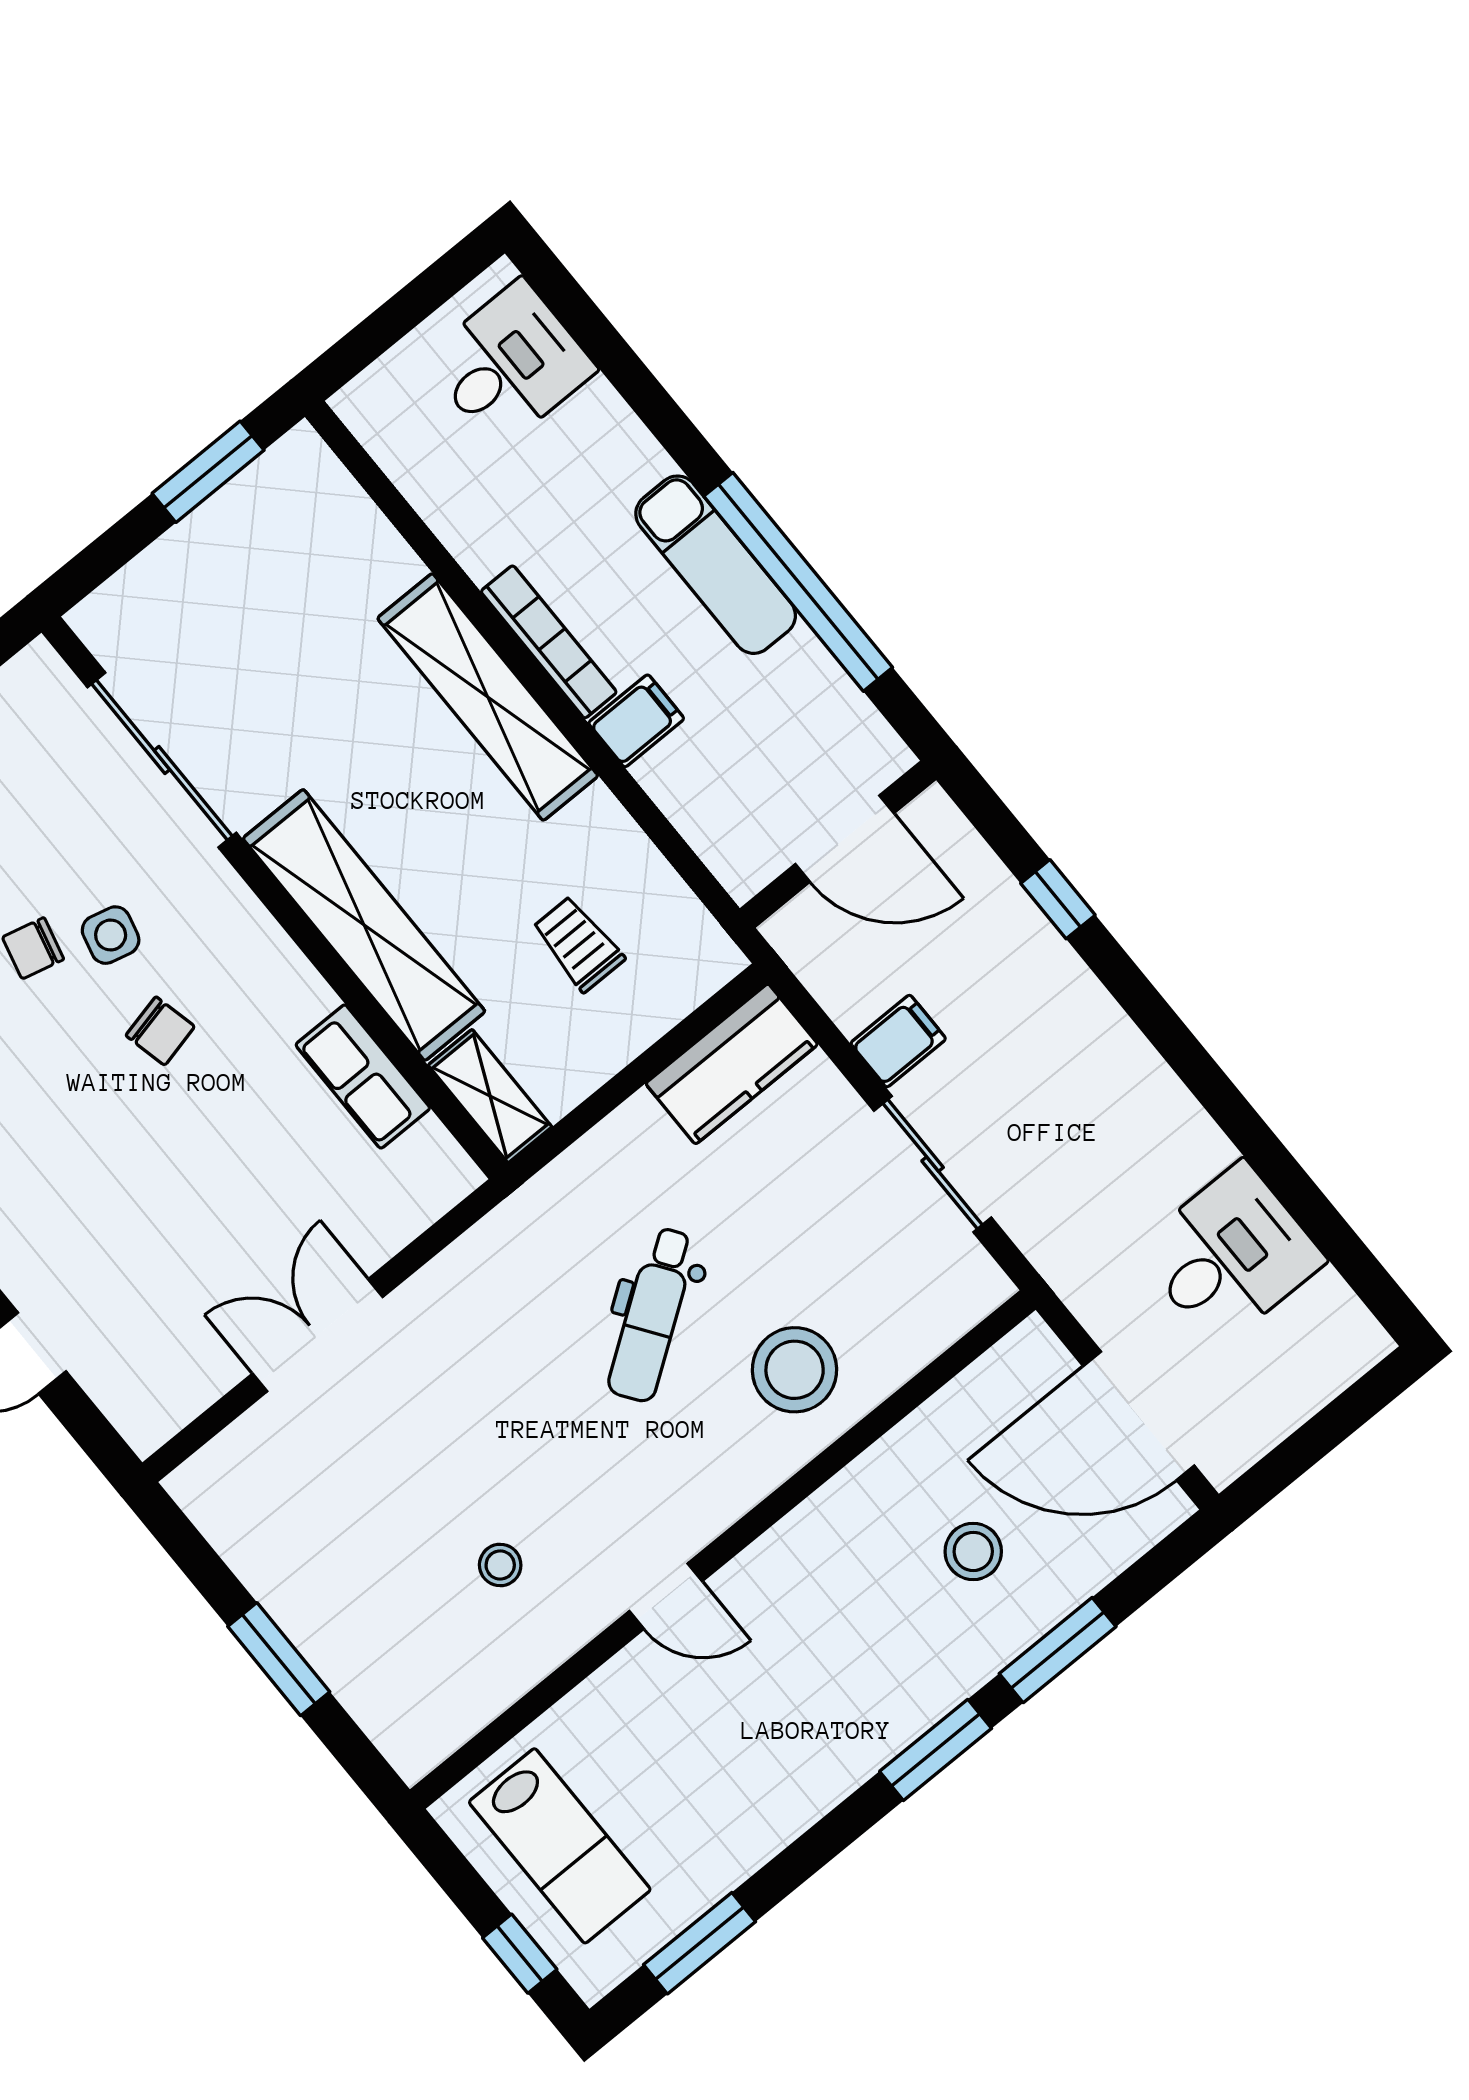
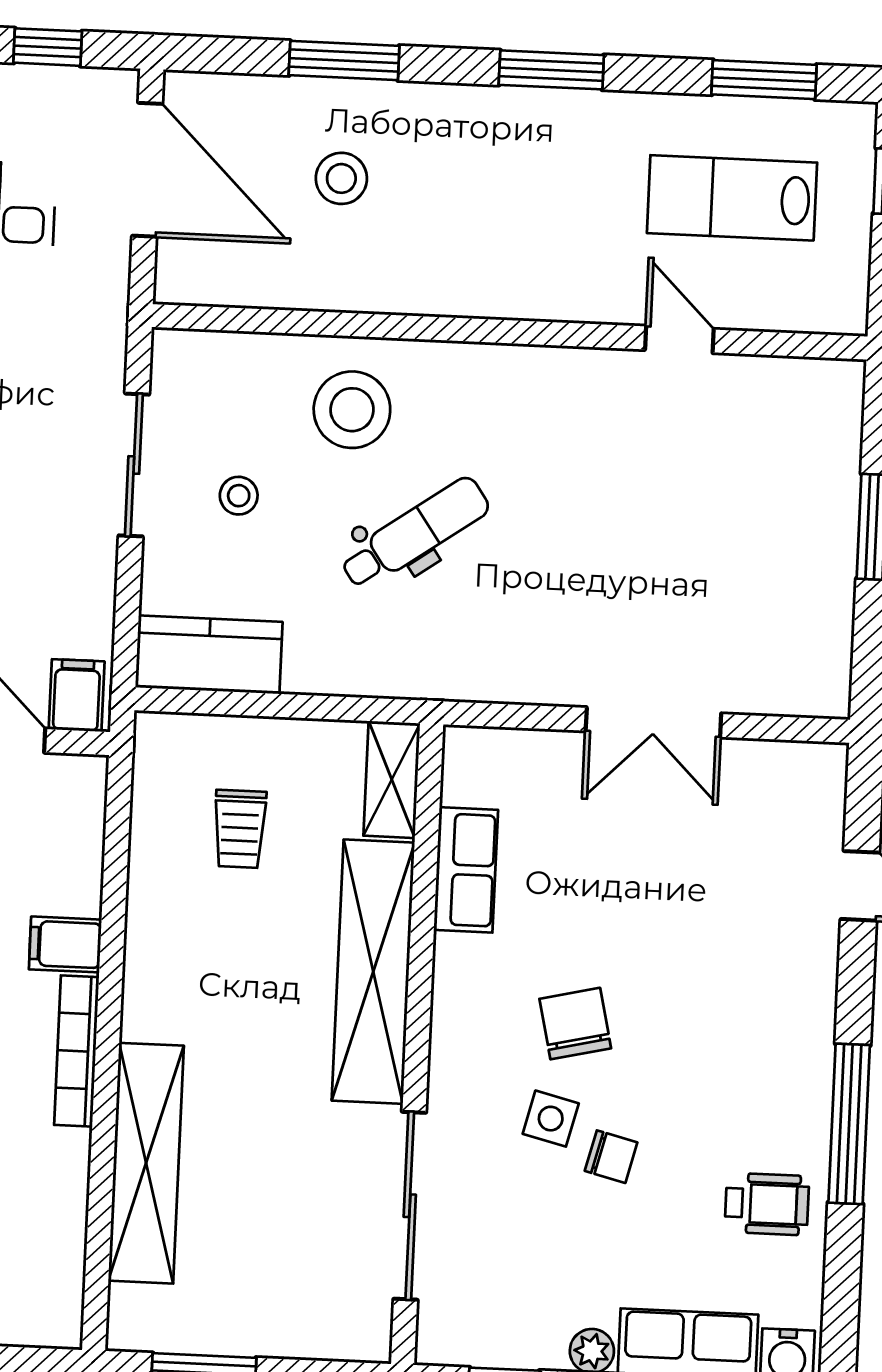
shelving: (488, 697) -> (146, 1163), moved
chair: (160, 1031) -> (575, 1024), width x1.37, depth x1.37
filing cabinet: (898, 1041) -> (77, 695), moved, turned 90
window: (1310, 1443) -> (48, 47), added
stool: (500, 1565) -> (239, 496), moved
door: (666, 1596) -> (679, 339), moved
window: (936, 1750) -> (551, 70), moved
lab bench: (560, 1846) -> (732, 198), moved, turned -90

